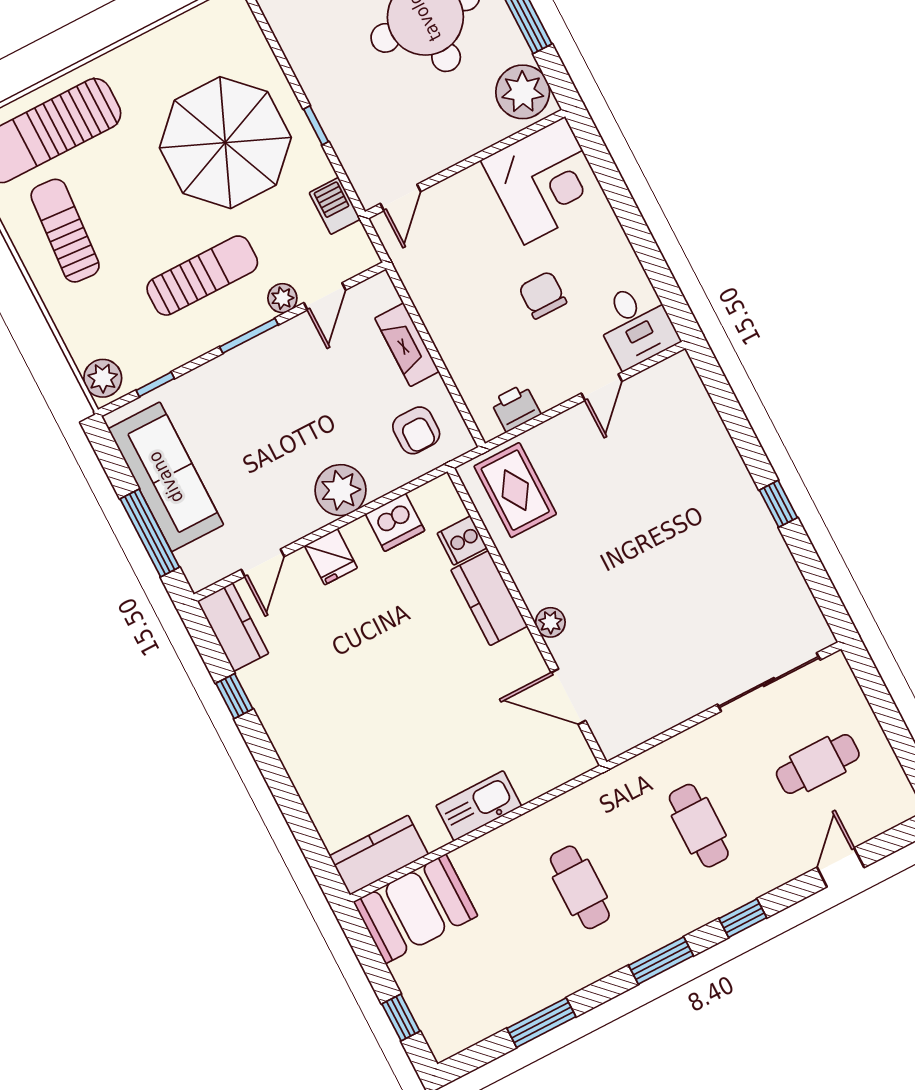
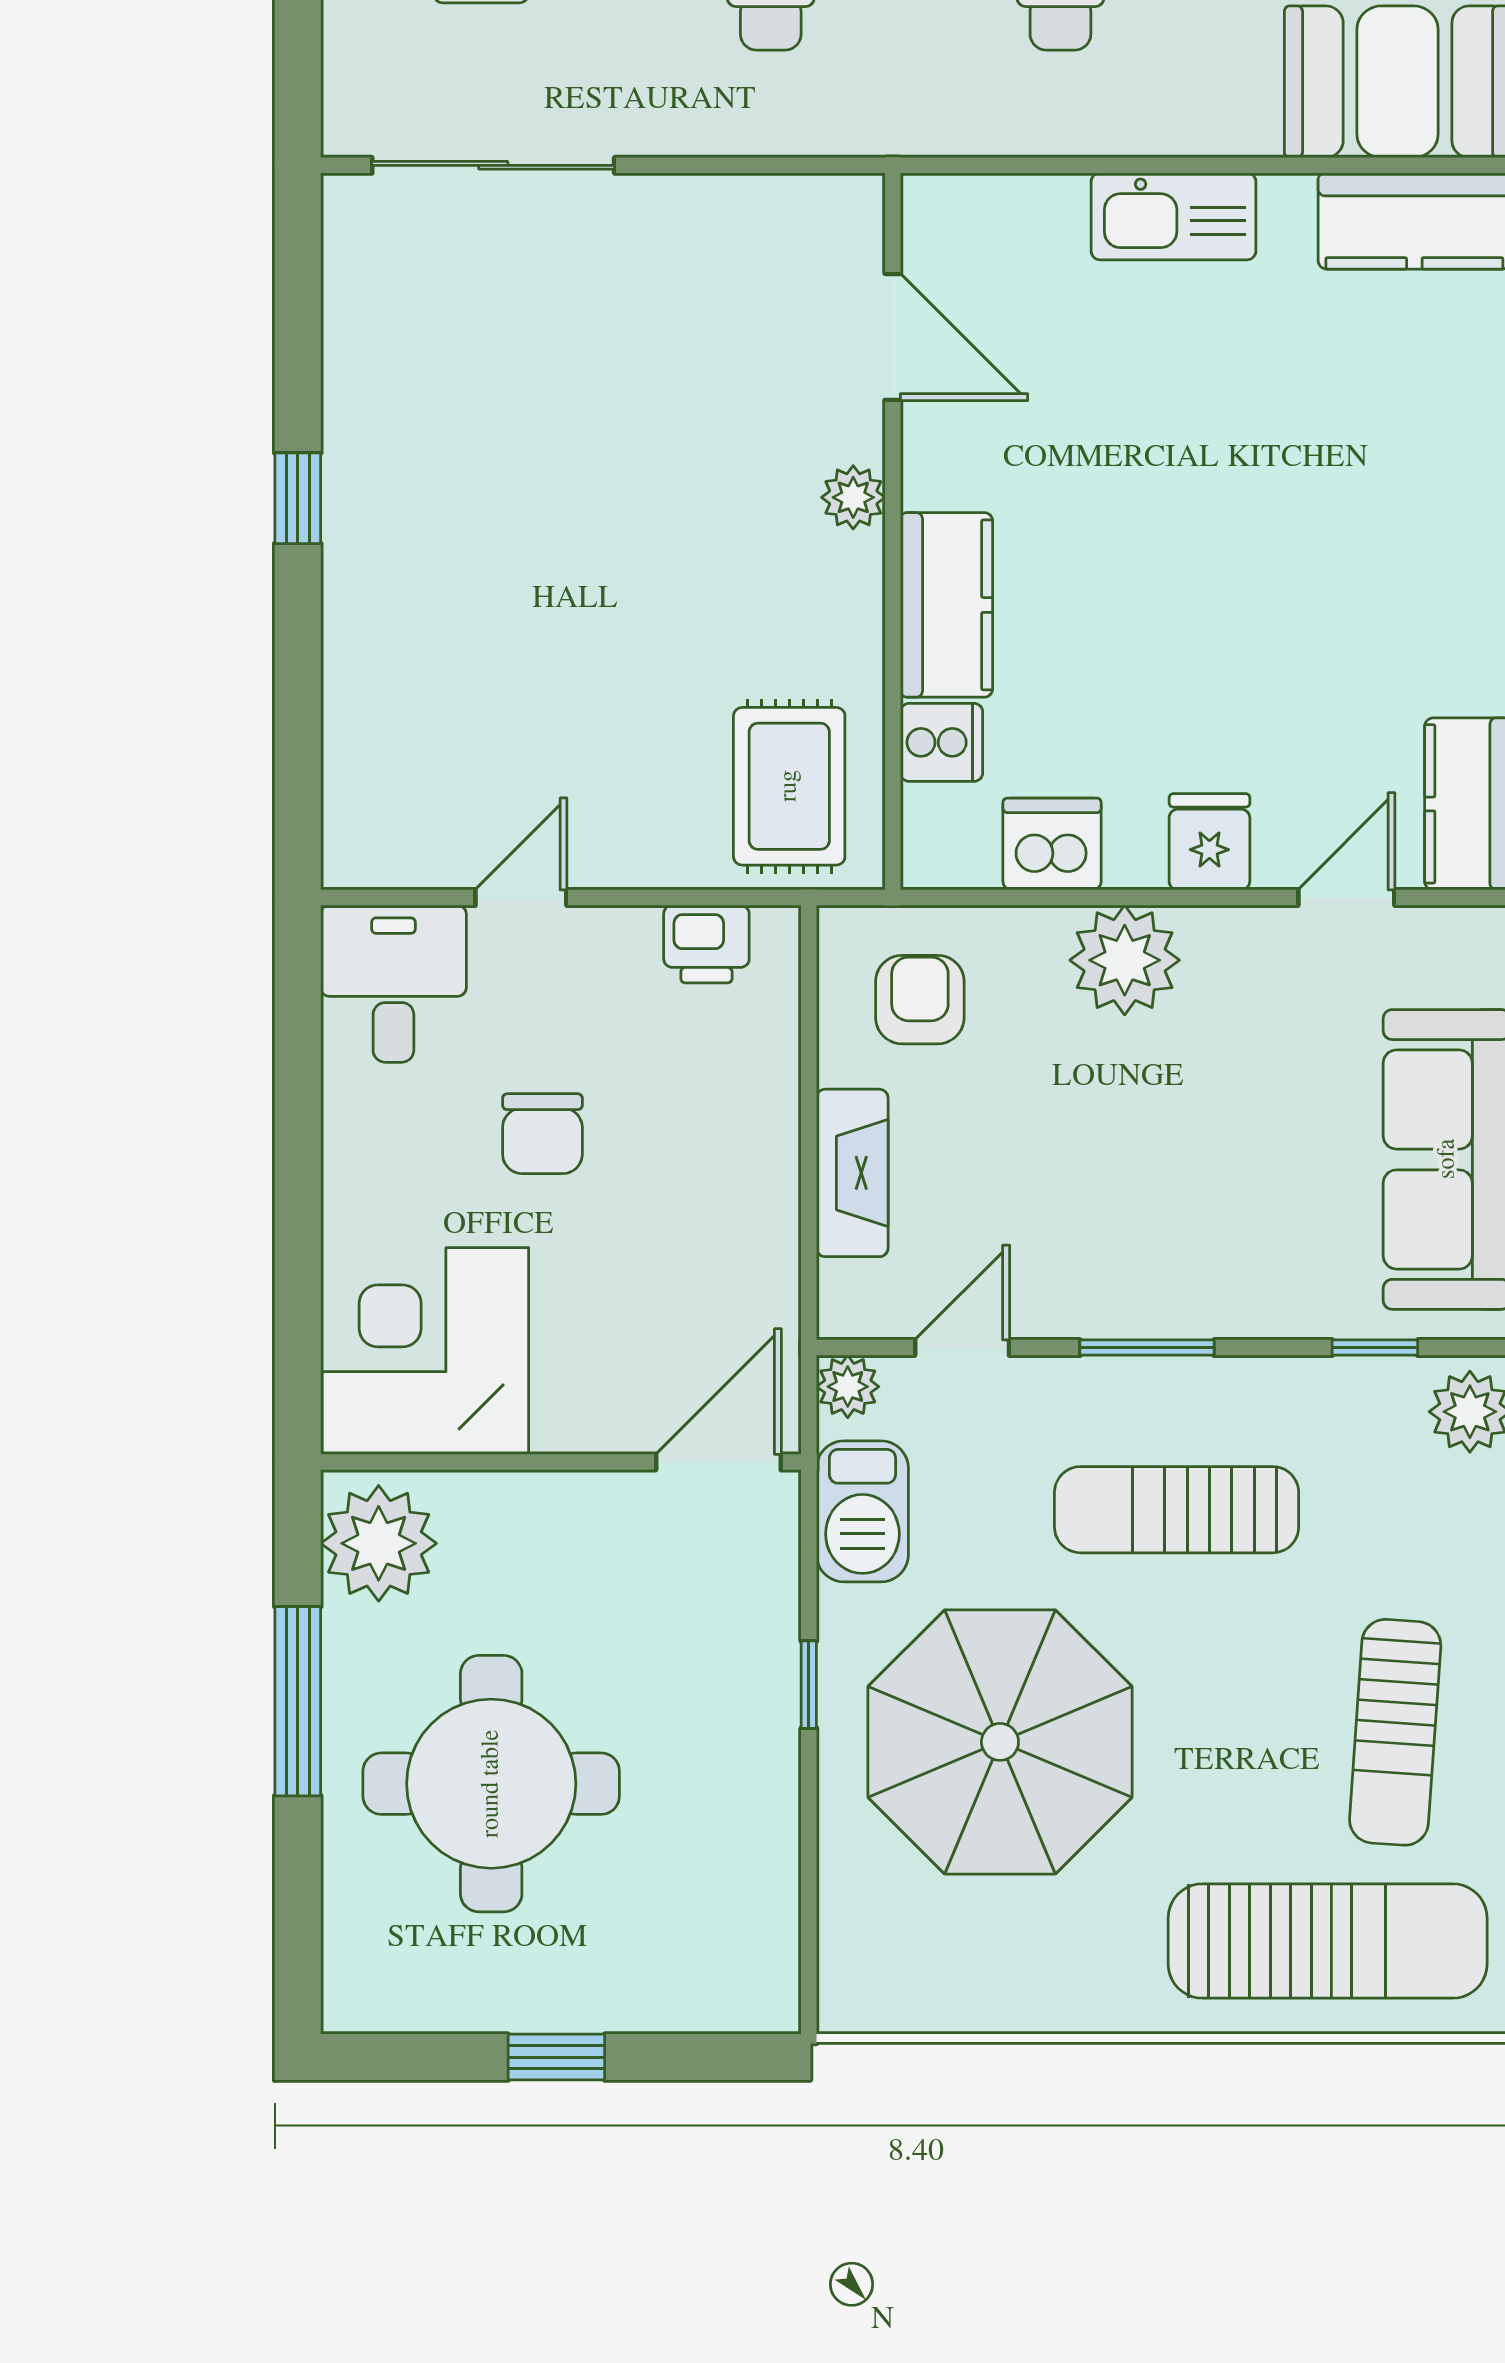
door: (400, 198) -> (718, 1462), width x1.37
barbecue: (335, 206) -> (862, 1511), width x1.38, depth x1.27
plant: (282, 298) -> (848, 1387), moved

